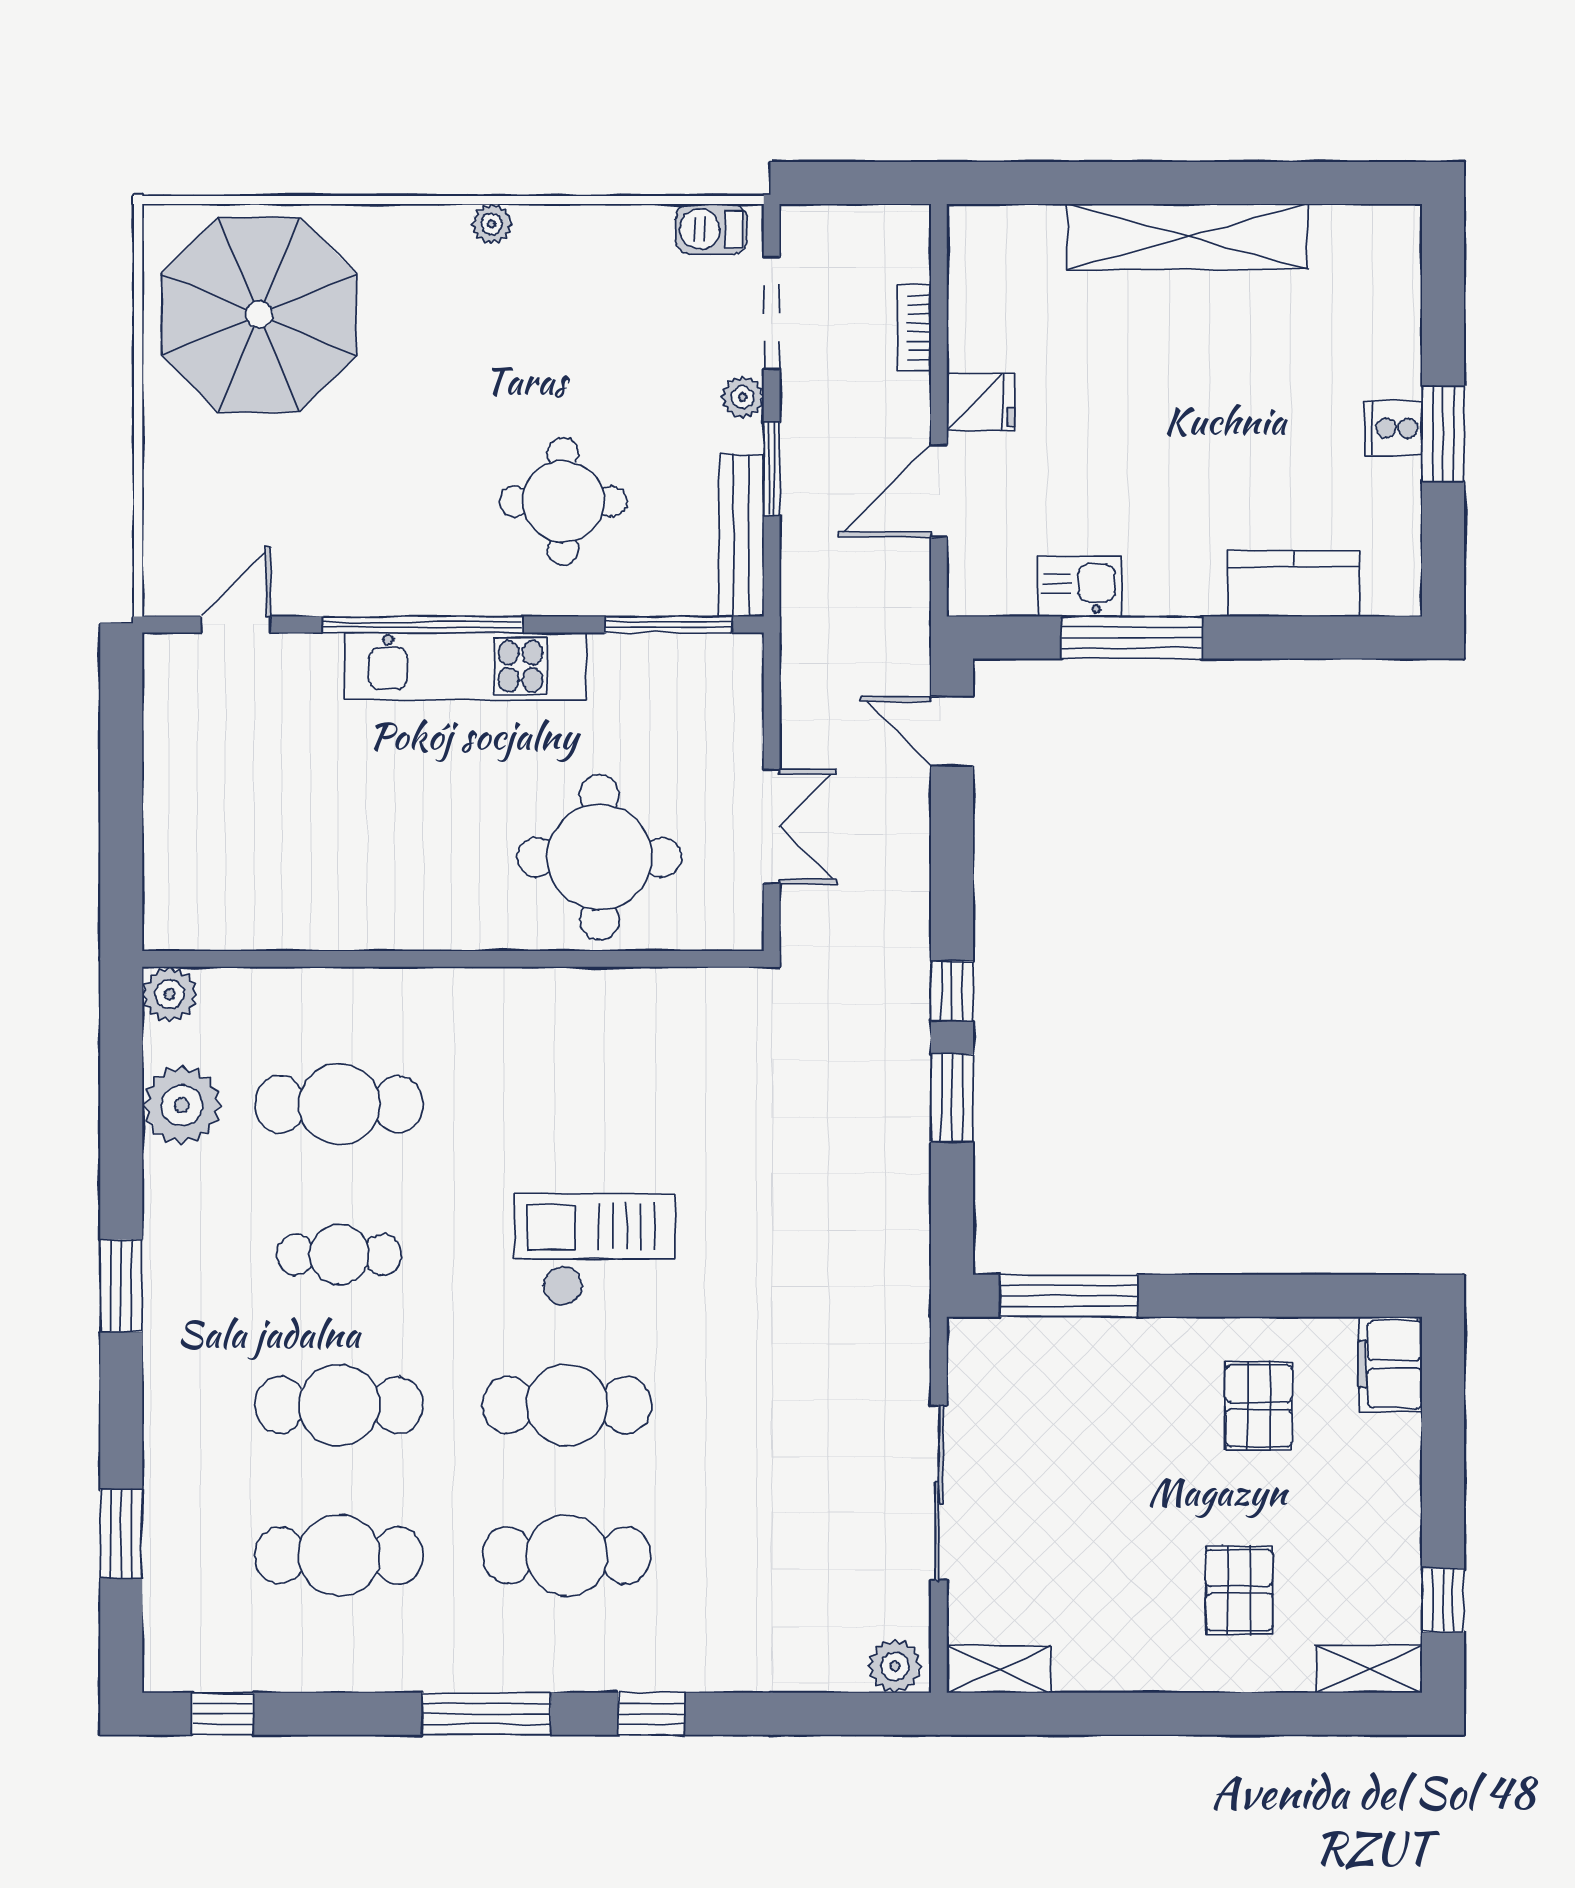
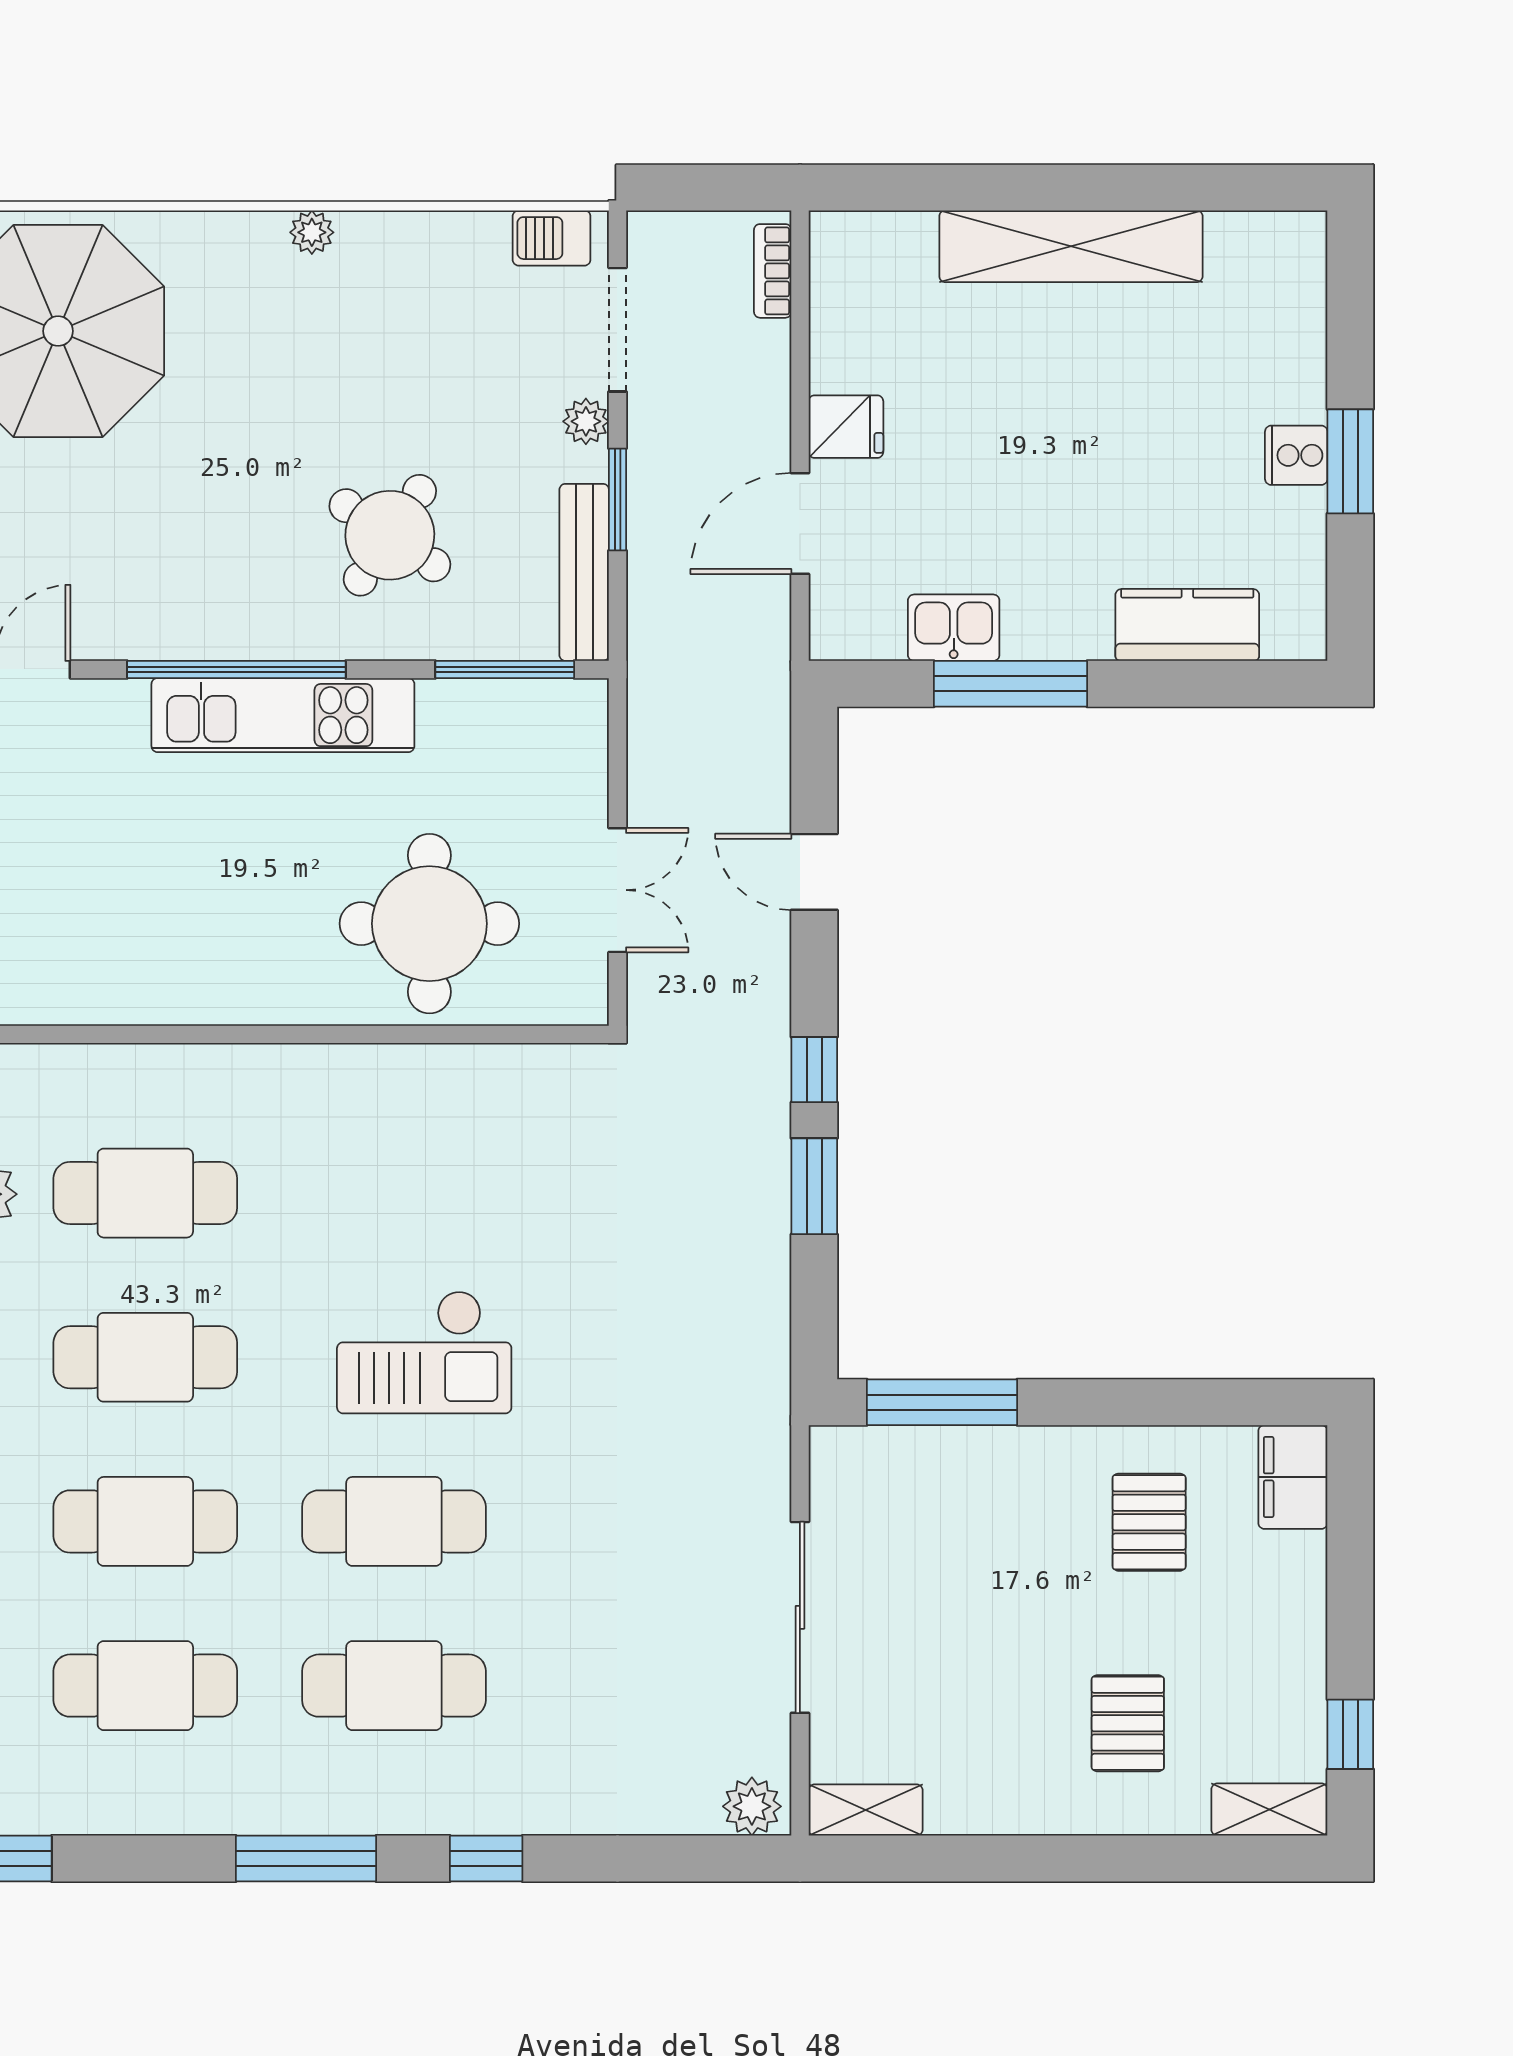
bookcase: (914, 328) -> (773, 271), moved
round table: (563, 501) -> (390, 535), turned 34
door: (952, 731) -> (814, 872), moved
checkout: (595, 1250) -> (424, 1352), turned 180
cafe table: (339, 1255) -> (145, 1357), width x1.37, depth x1.35

